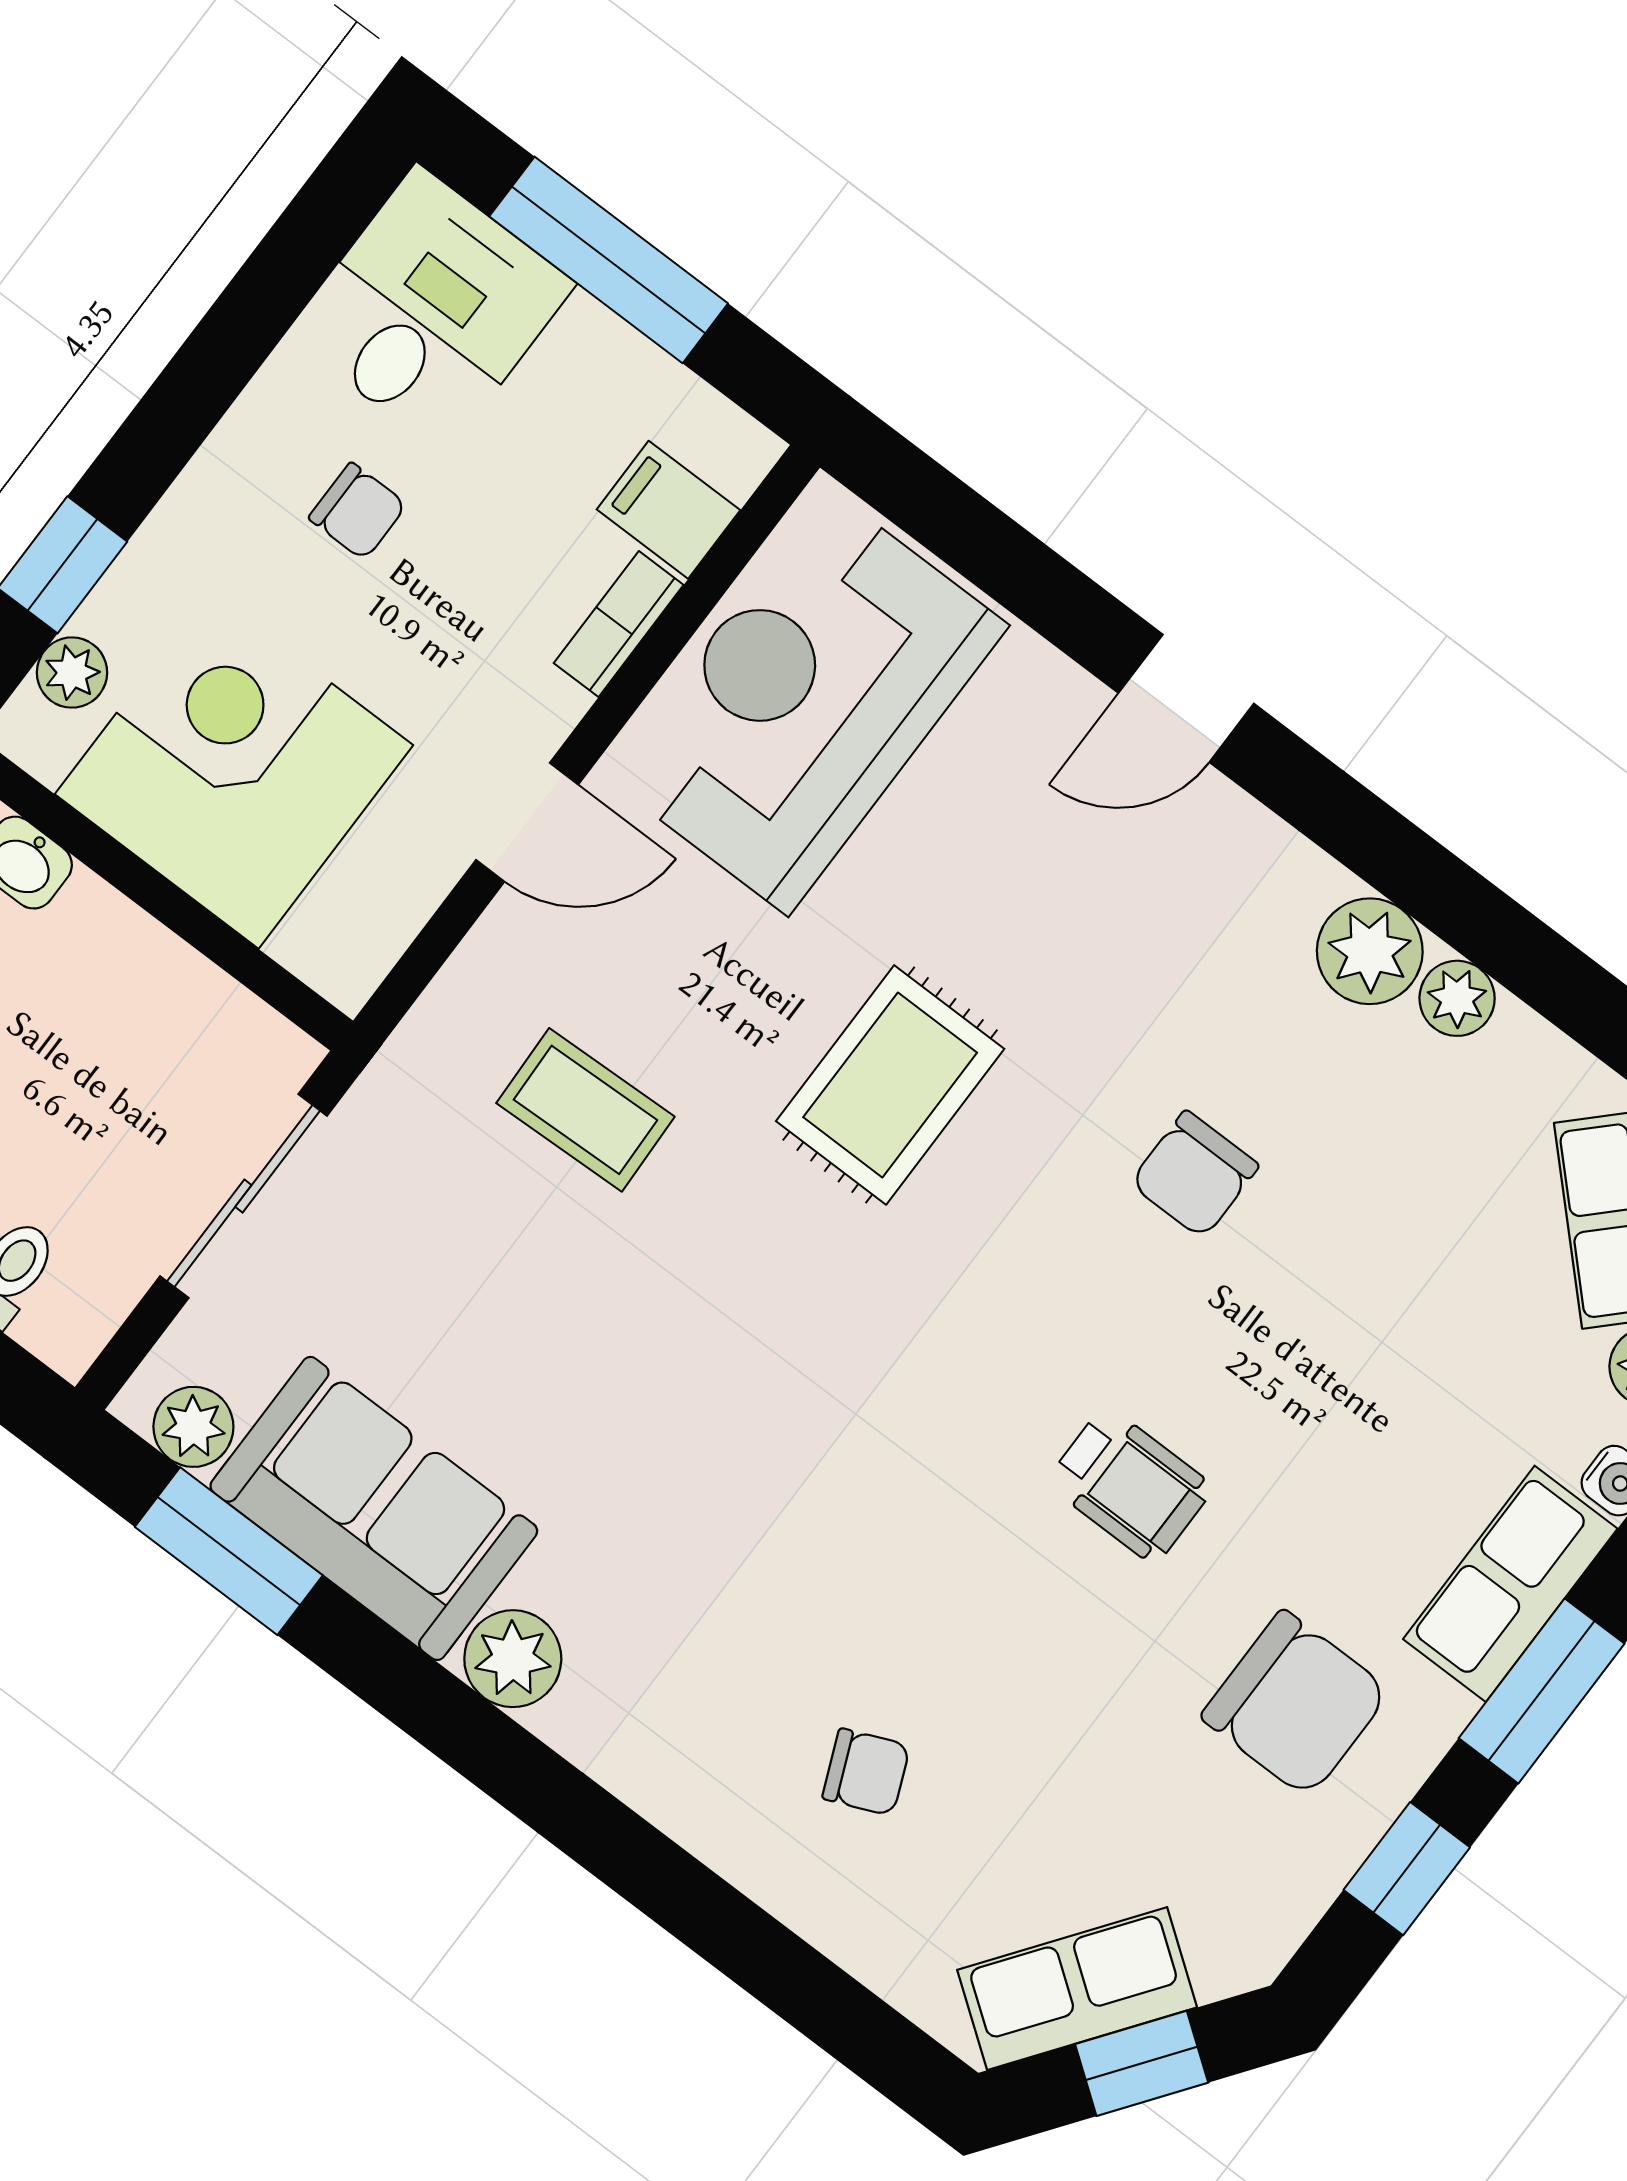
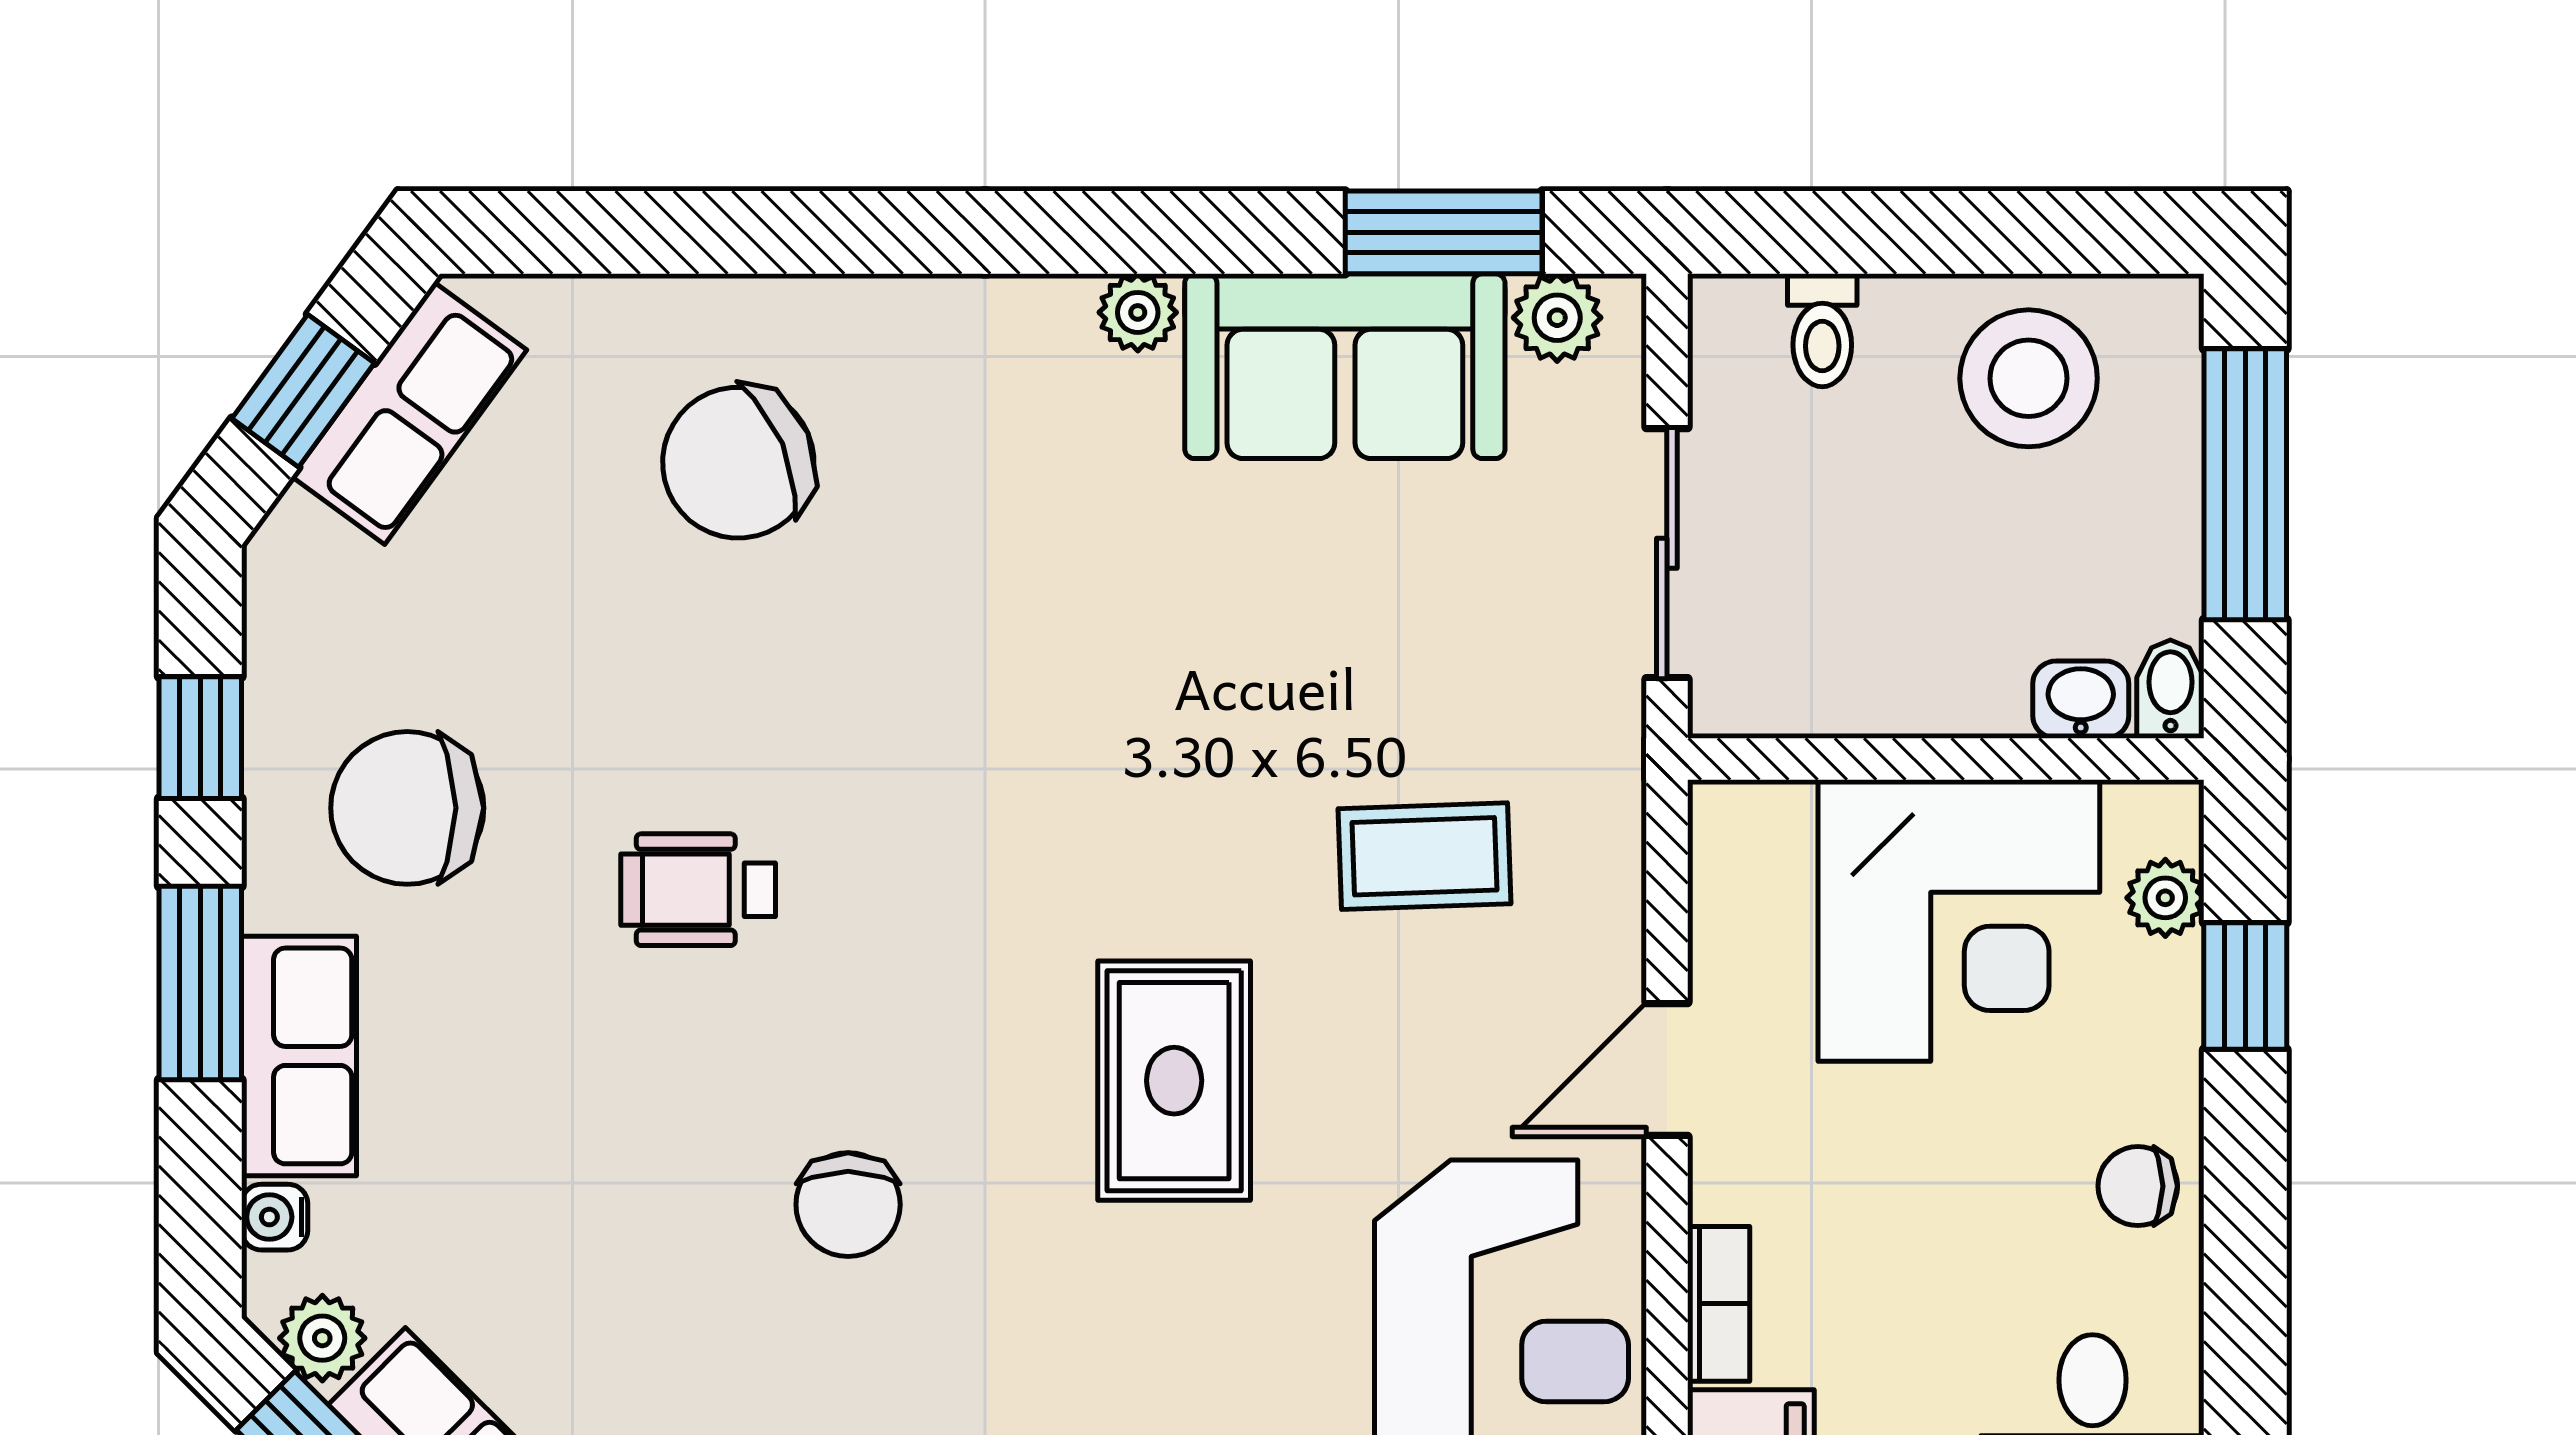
chair: (358, 511) -> (2138, 1186), moved
chair: (1194, 1174) -> (848, 1205), turned 180
plant: (513, 1659) -> (1138, 312), width x0.73, depth x0.73
chair: (866, 1772) -> (738, 463), width x1.87, depth x1.87

